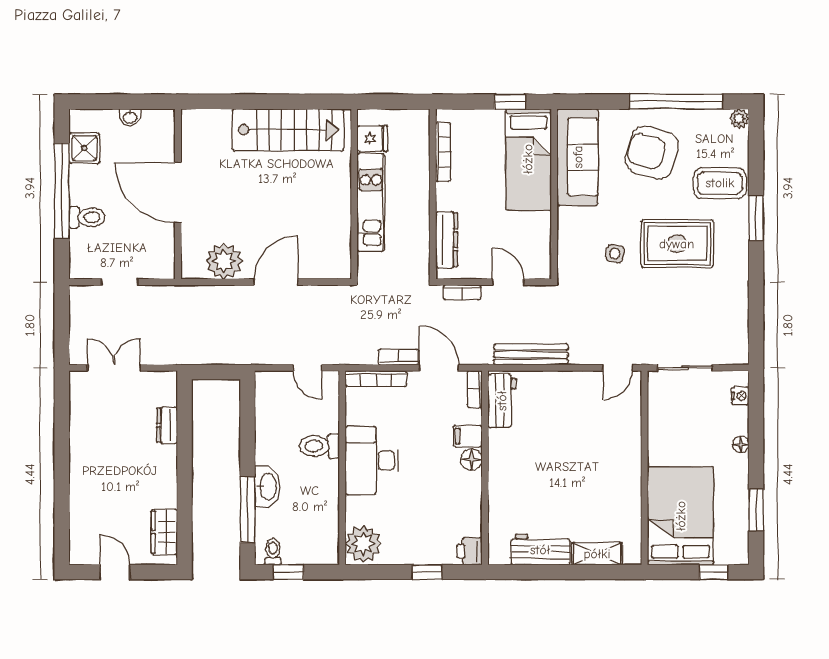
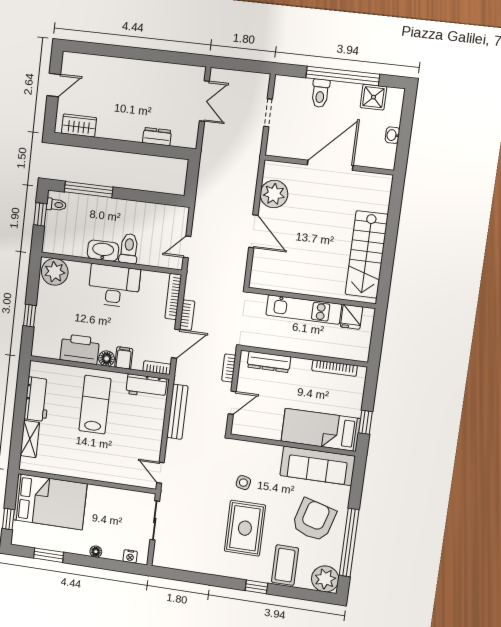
plant: (739, 118) -> (325, 579), width x1.87, depth x1.87
window: (756, 218) -> (256, 587), width x0.67
lab bench: (537, 468) -> (95, 405), added
washbasin: (267, 487) -> (103, 251), moved, turned 180
printer: (470, 551) -> (80, 349), moved, width x1.87, depth x1.48

